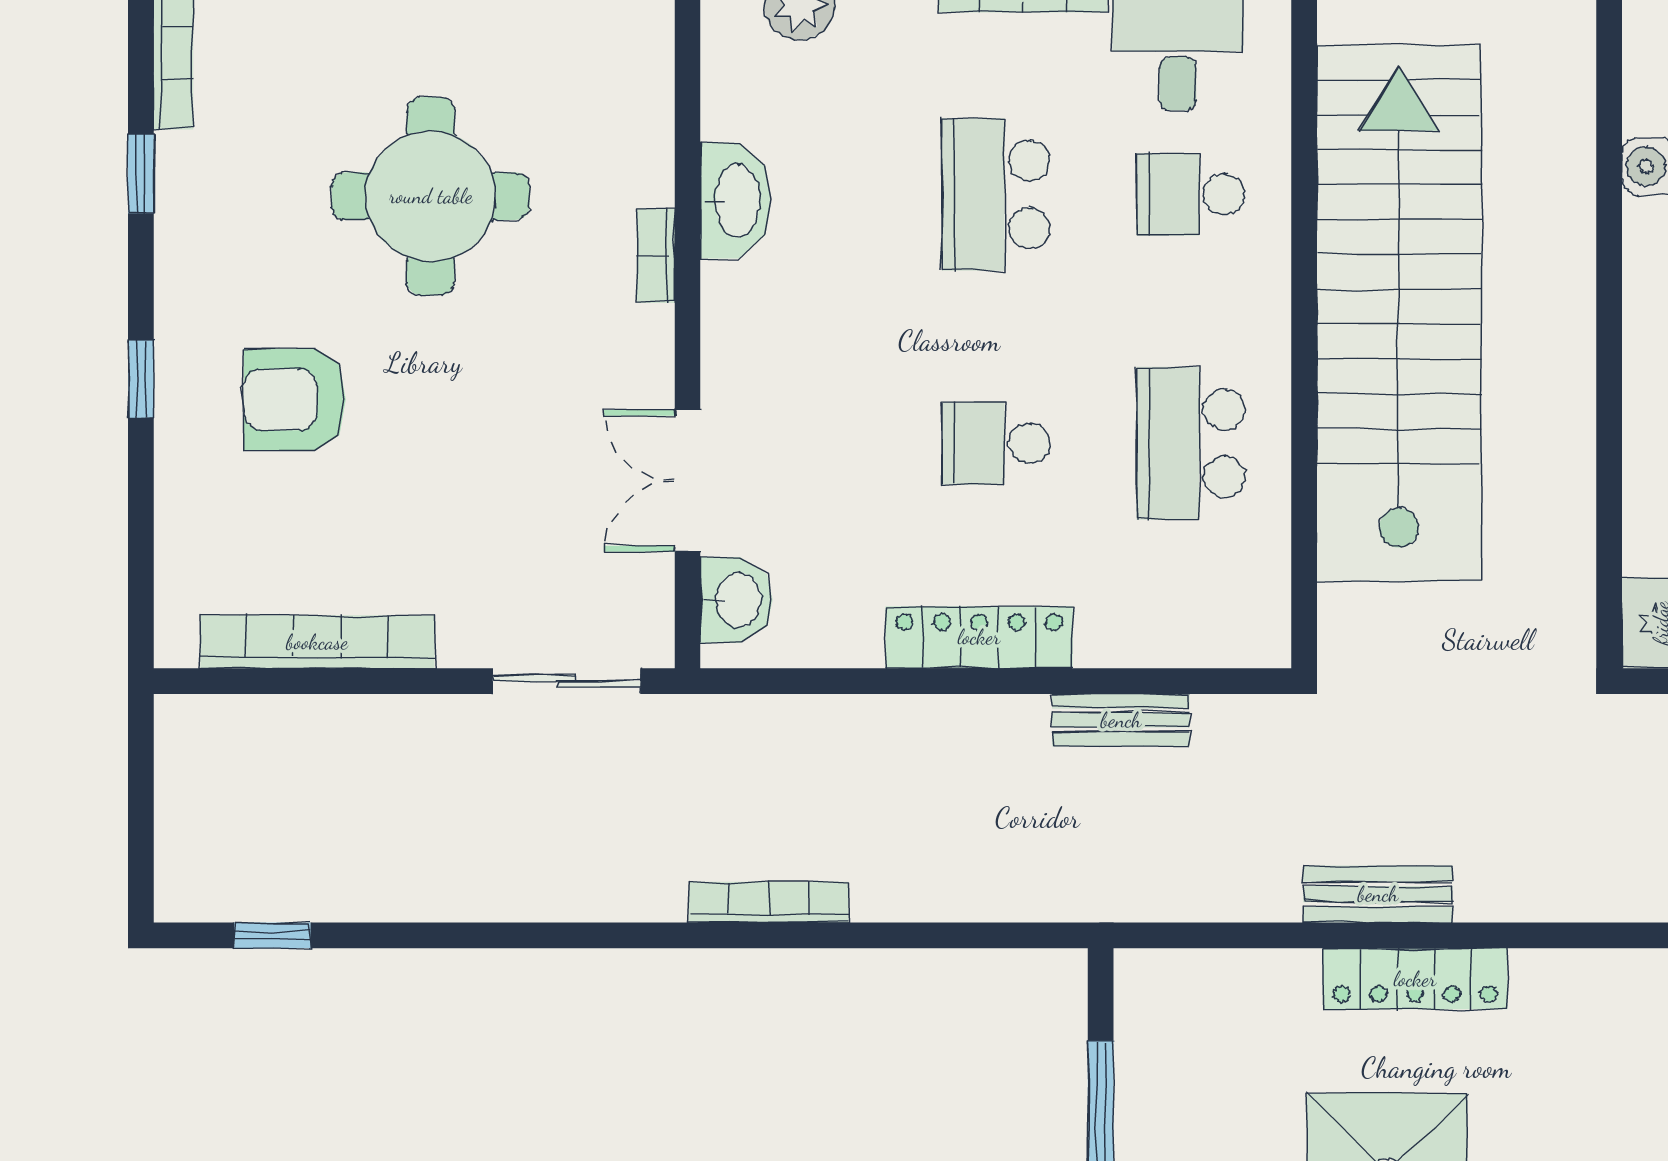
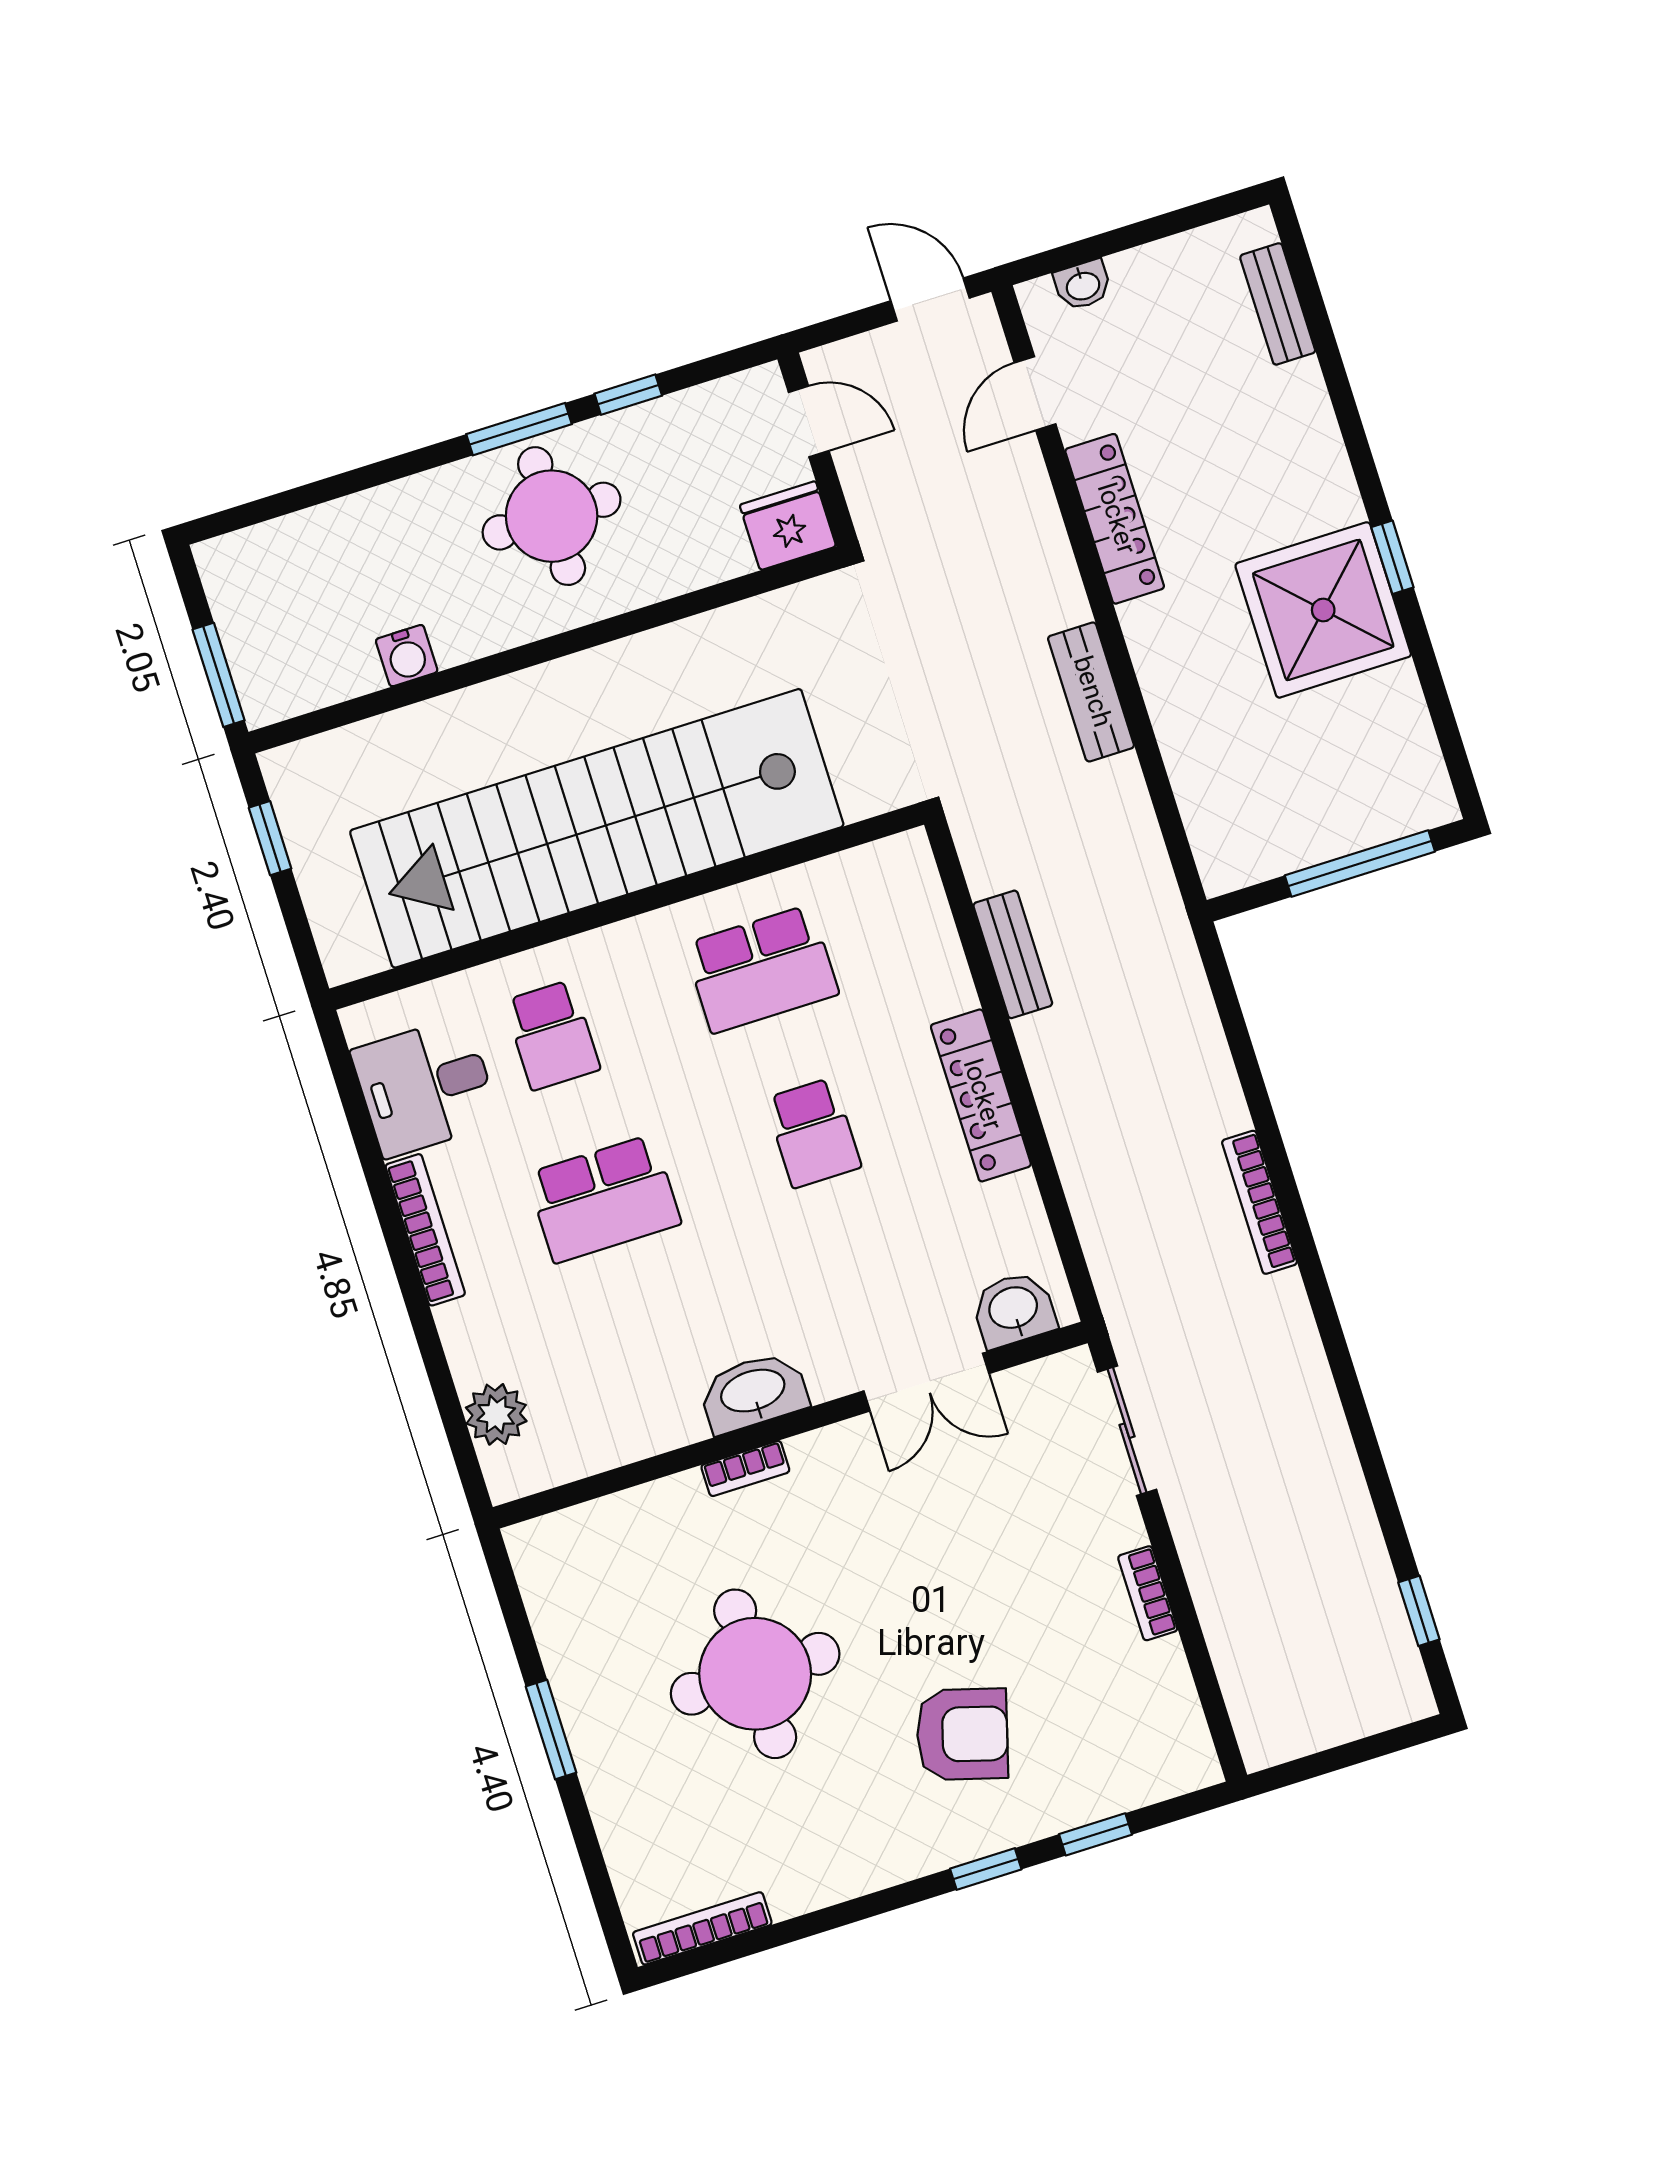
window: (141, 174) -> (1095, 1834), moved
washbasin: (736, 201) -> (753, 1392), moved
armchair: (295, 400) -> (962, 1734), turned -74
bookcase: (317, 642) -> (1148, 1593), width x0.43, depth x0.76
locker: (1415, 979) -> (1115, 519), moved

